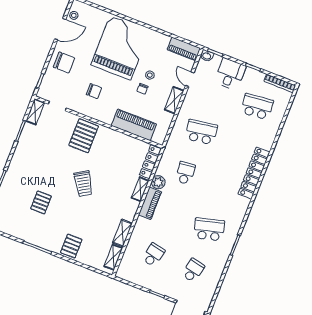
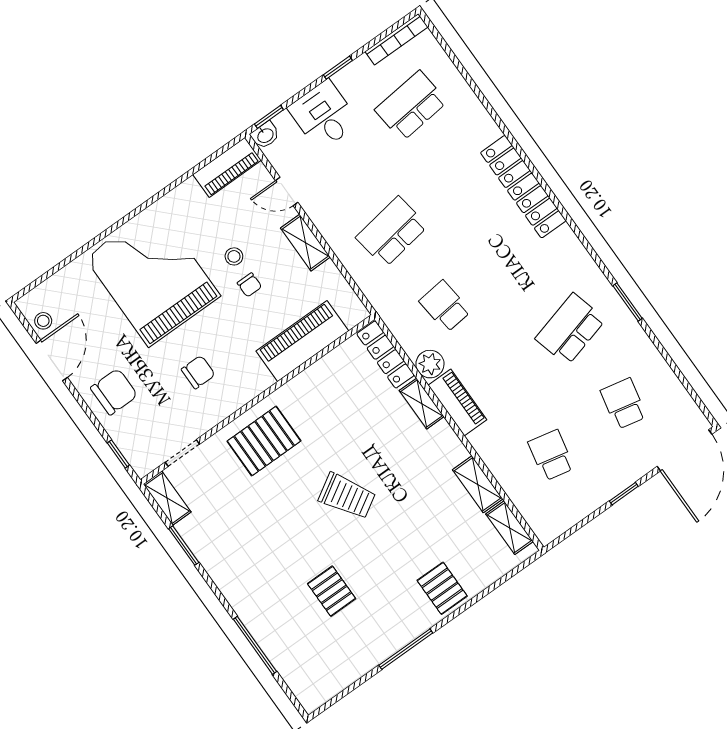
pallet: (84, 136) -> (264, 441), turned 90

